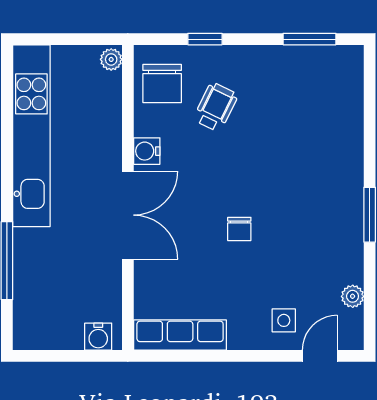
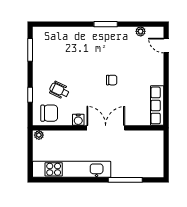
side table: (284, 320) -> (151, 61), removed
water cooler: (98, 337) -> (158, 141), removed

